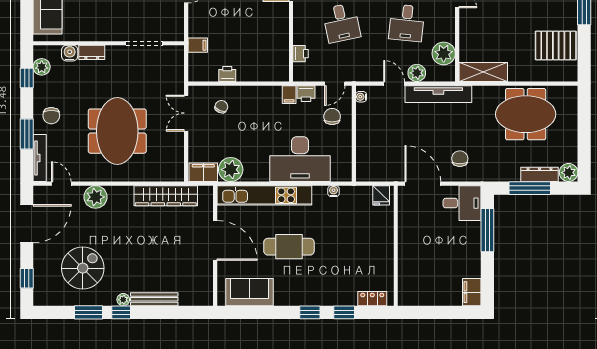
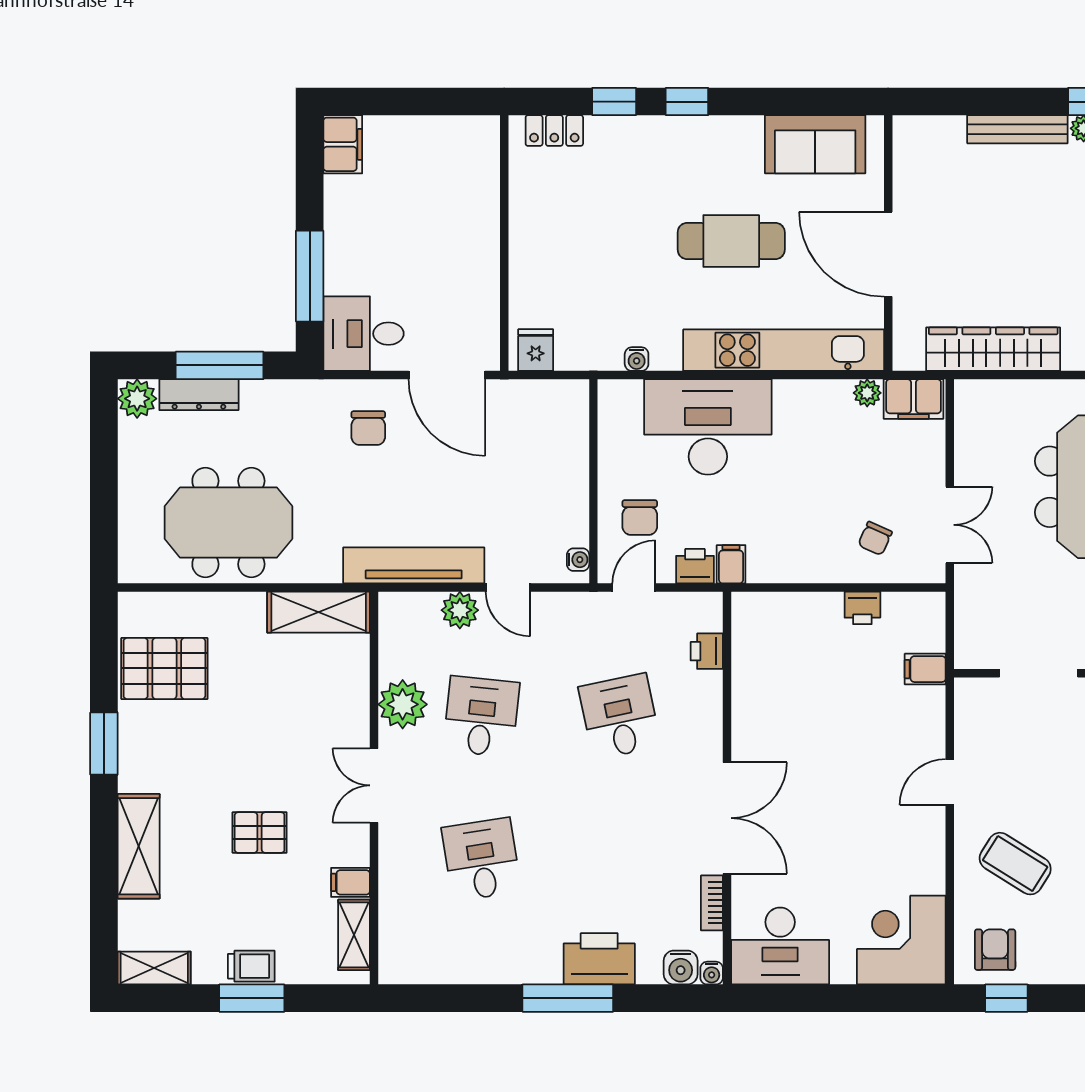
plant: (444, 53) -> (403, 704), moved
plant: (231, 170) -> (867, 393), width x0.53, depth x0.53

